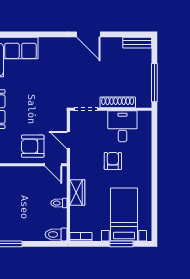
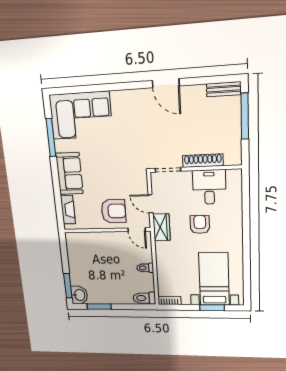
window: (154, 83) -> (245, 116), moved
armchair: (33, 146) -> (114, 211), turned 180
wardrobe: (77, 192) -> (162, 227), moved

